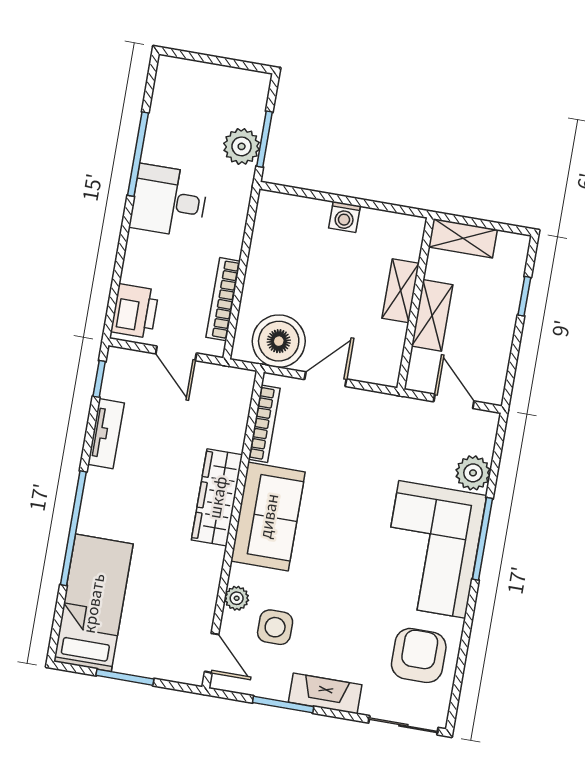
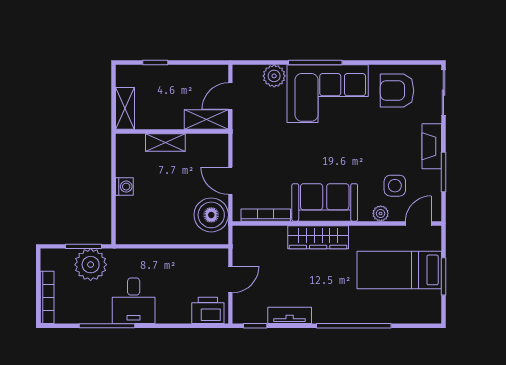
plant: (242, 146) -> (91, 265), width x1.36, depth x1.36
bookcase: (223, 299) -> (47, 297), moved, turned -90
shelving: (432, 315) -> (206, 120), moved
bed: (93, 603) -> (399, 270), moved

